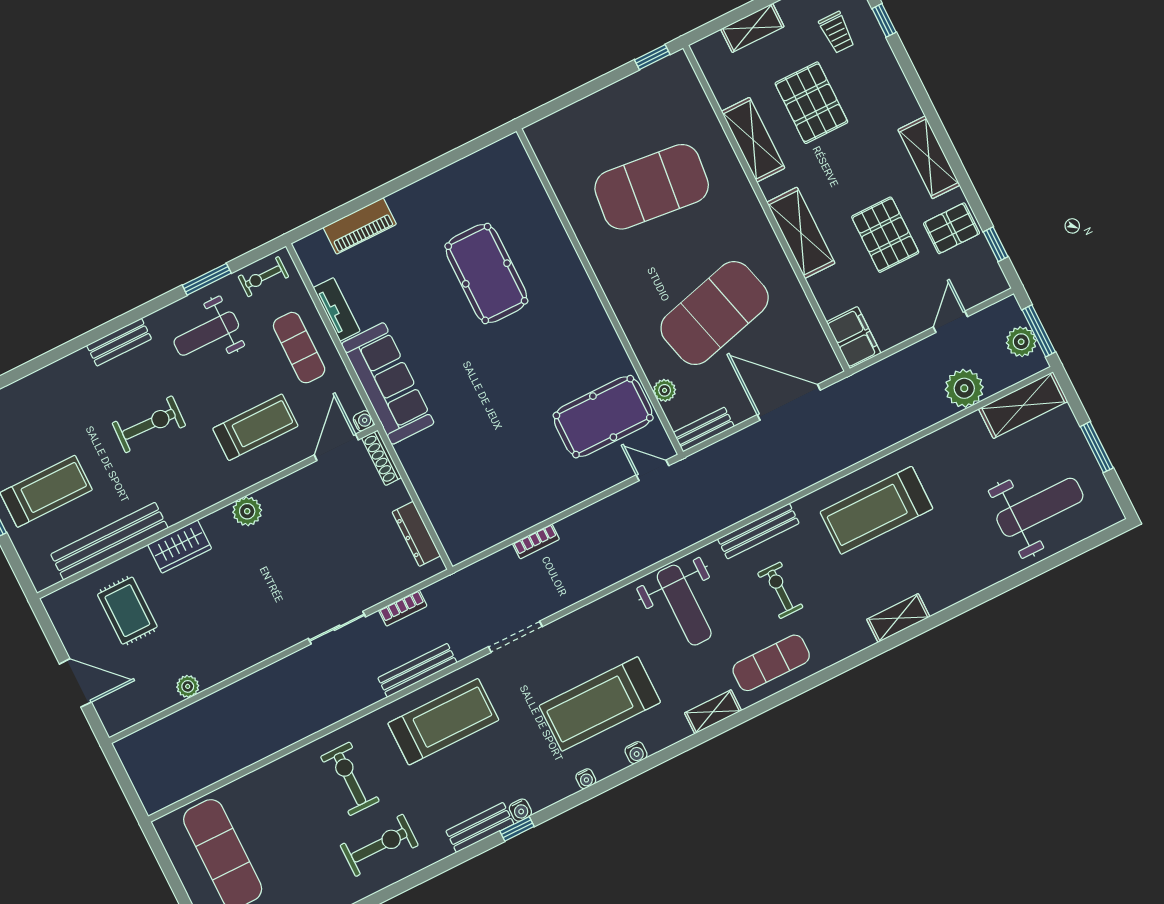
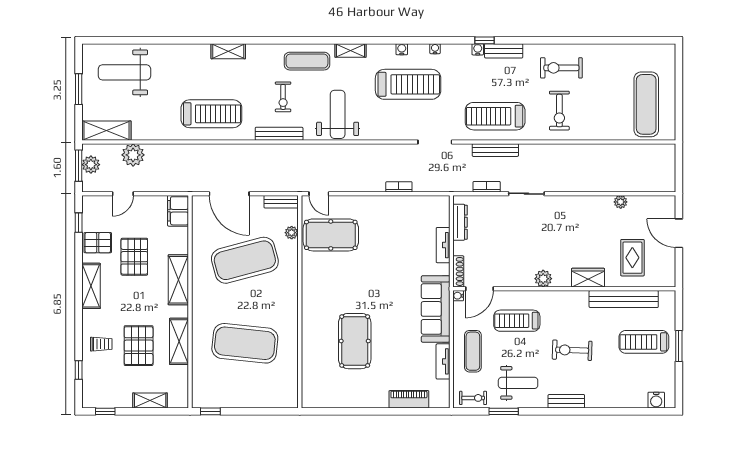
trolley: (837, 32) -> (101, 344), moved, turned 90
tv unit: (425, 486) -> (443, 245), added

